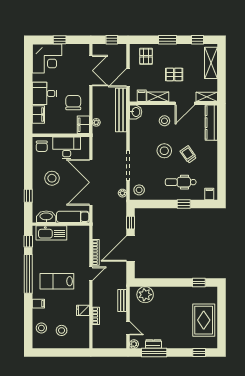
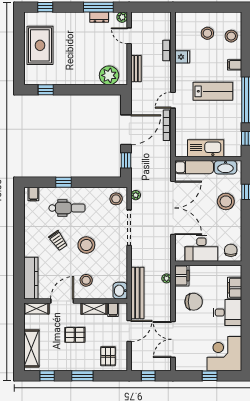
chair: (73, 103) -> (194, 302), turned -90
stool: (52, 178) -> (226, 201), moved
kitchen sink: (51, 233) -> (206, 148), moved

